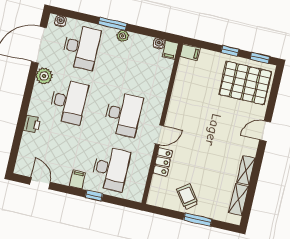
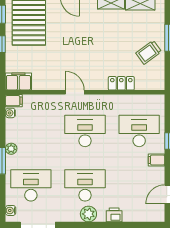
filing cabinet: (190, 52) -> (18, 82), width x2.00
plant: (44, 76) -> (88, 214), moved
door: (159, 135) -> (75, 92), moved

